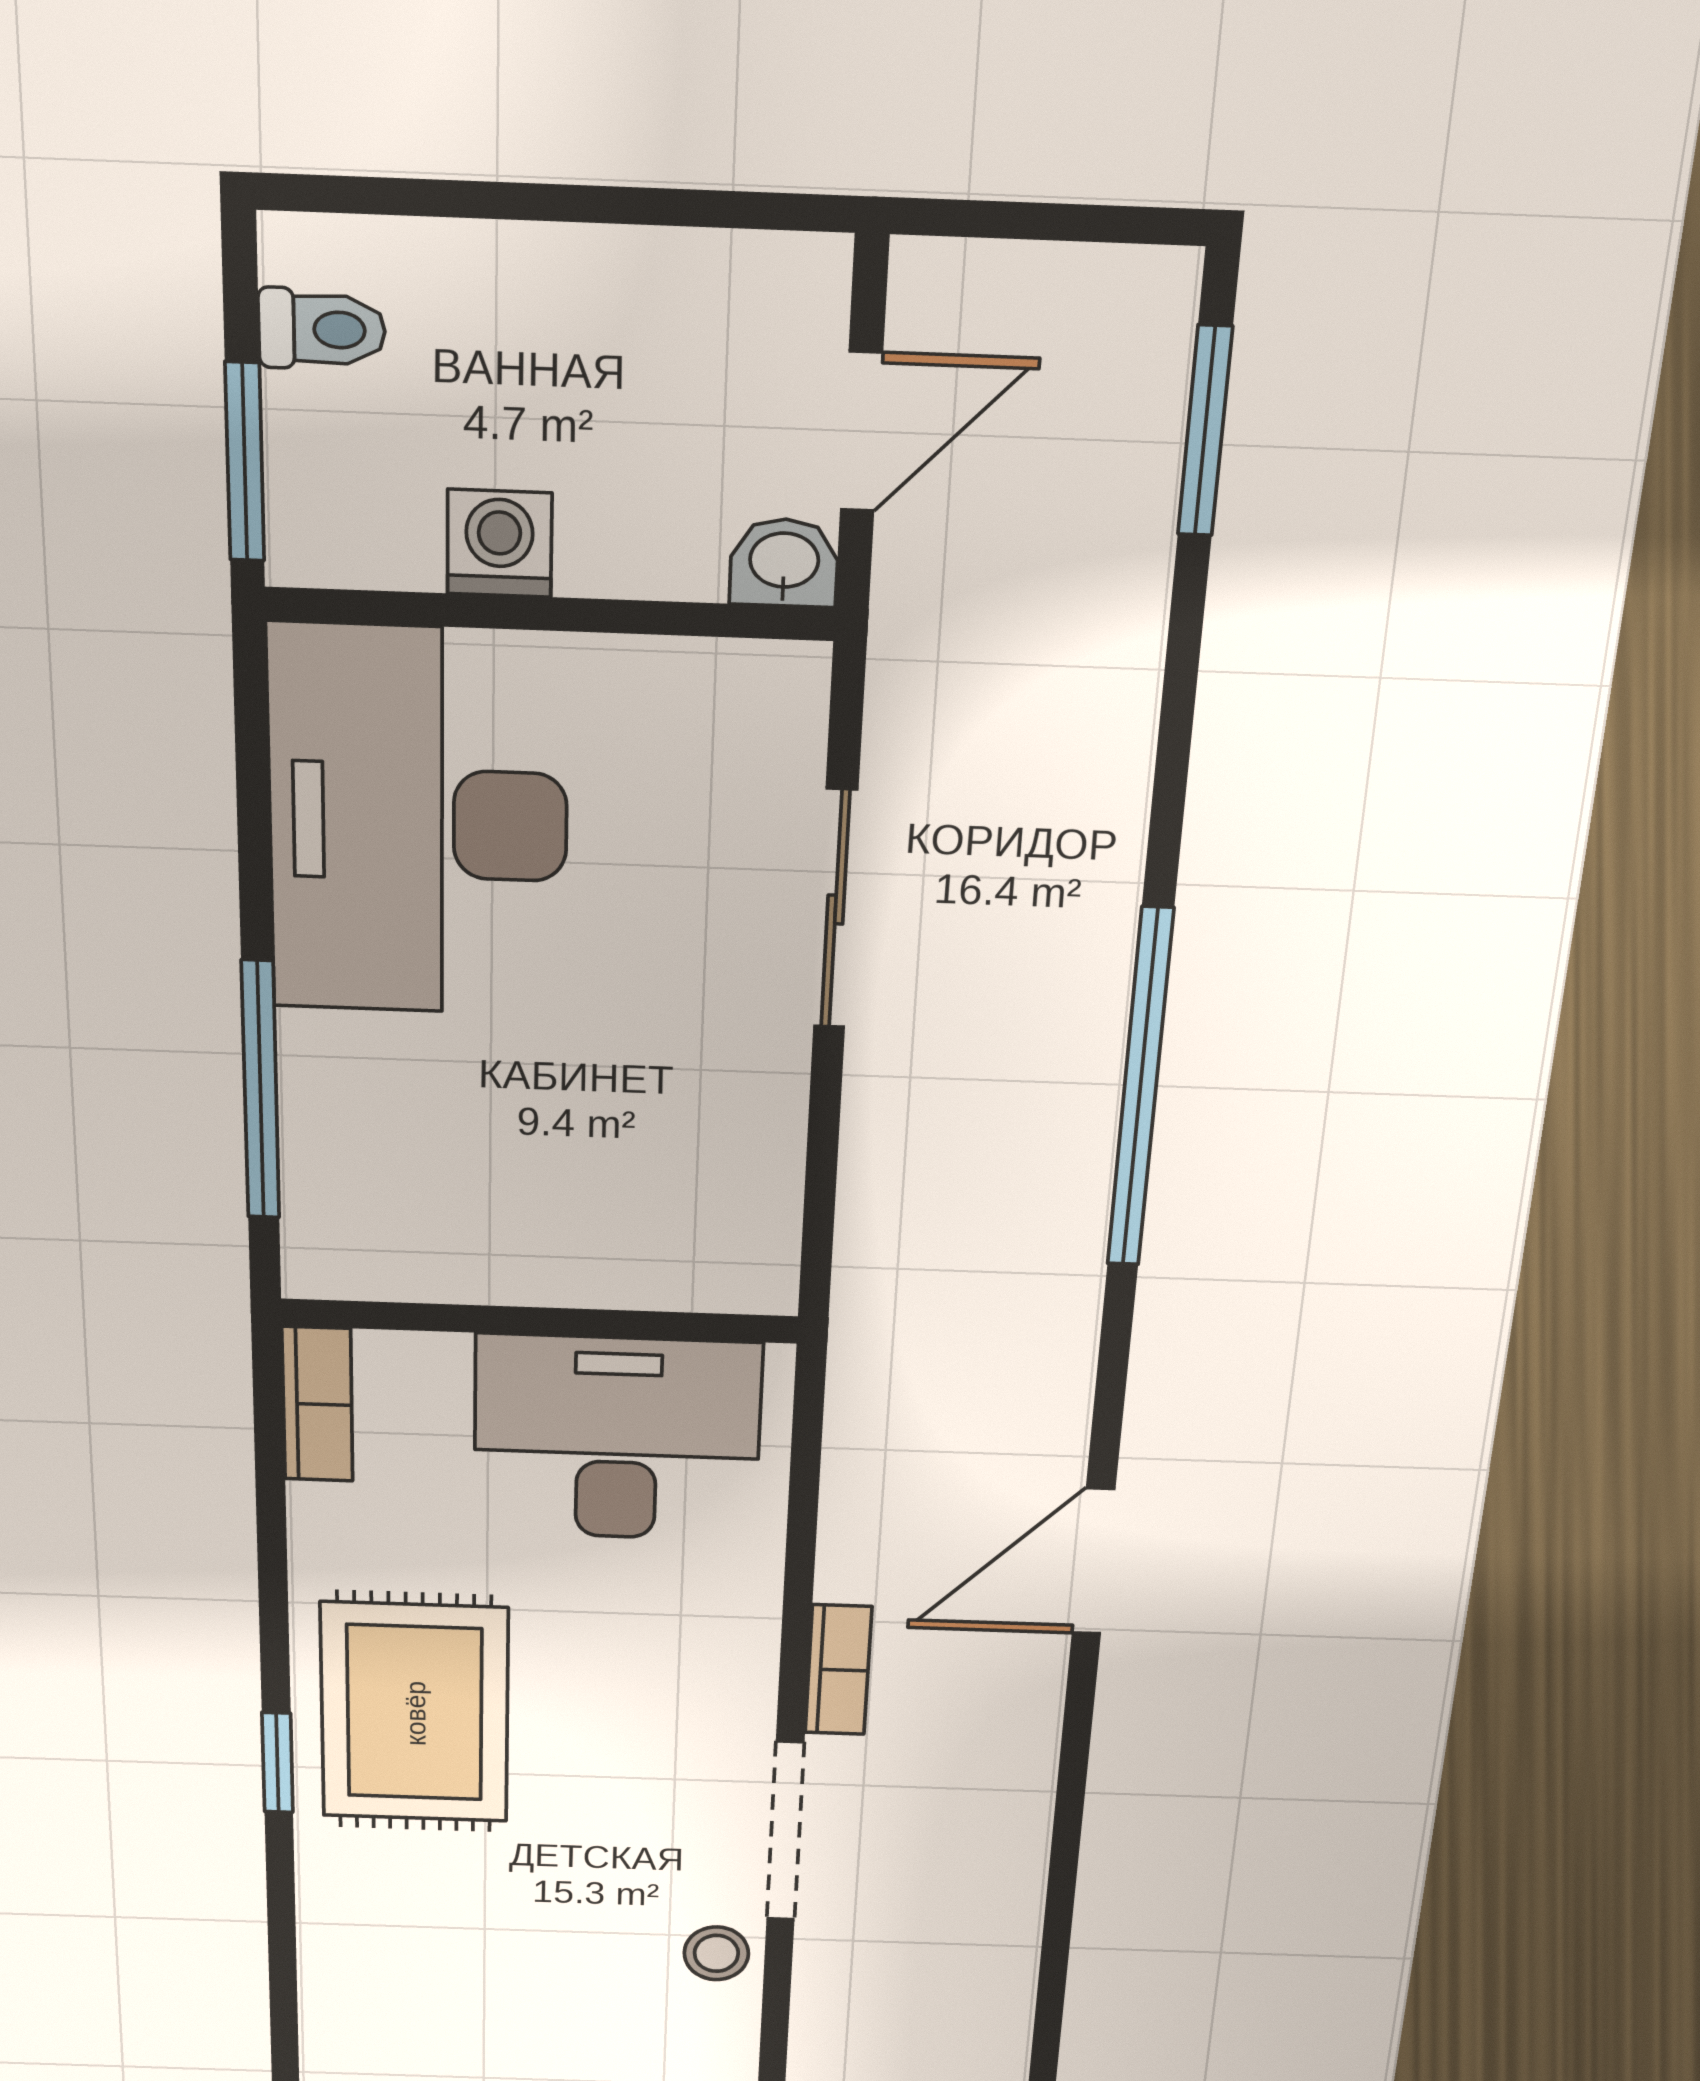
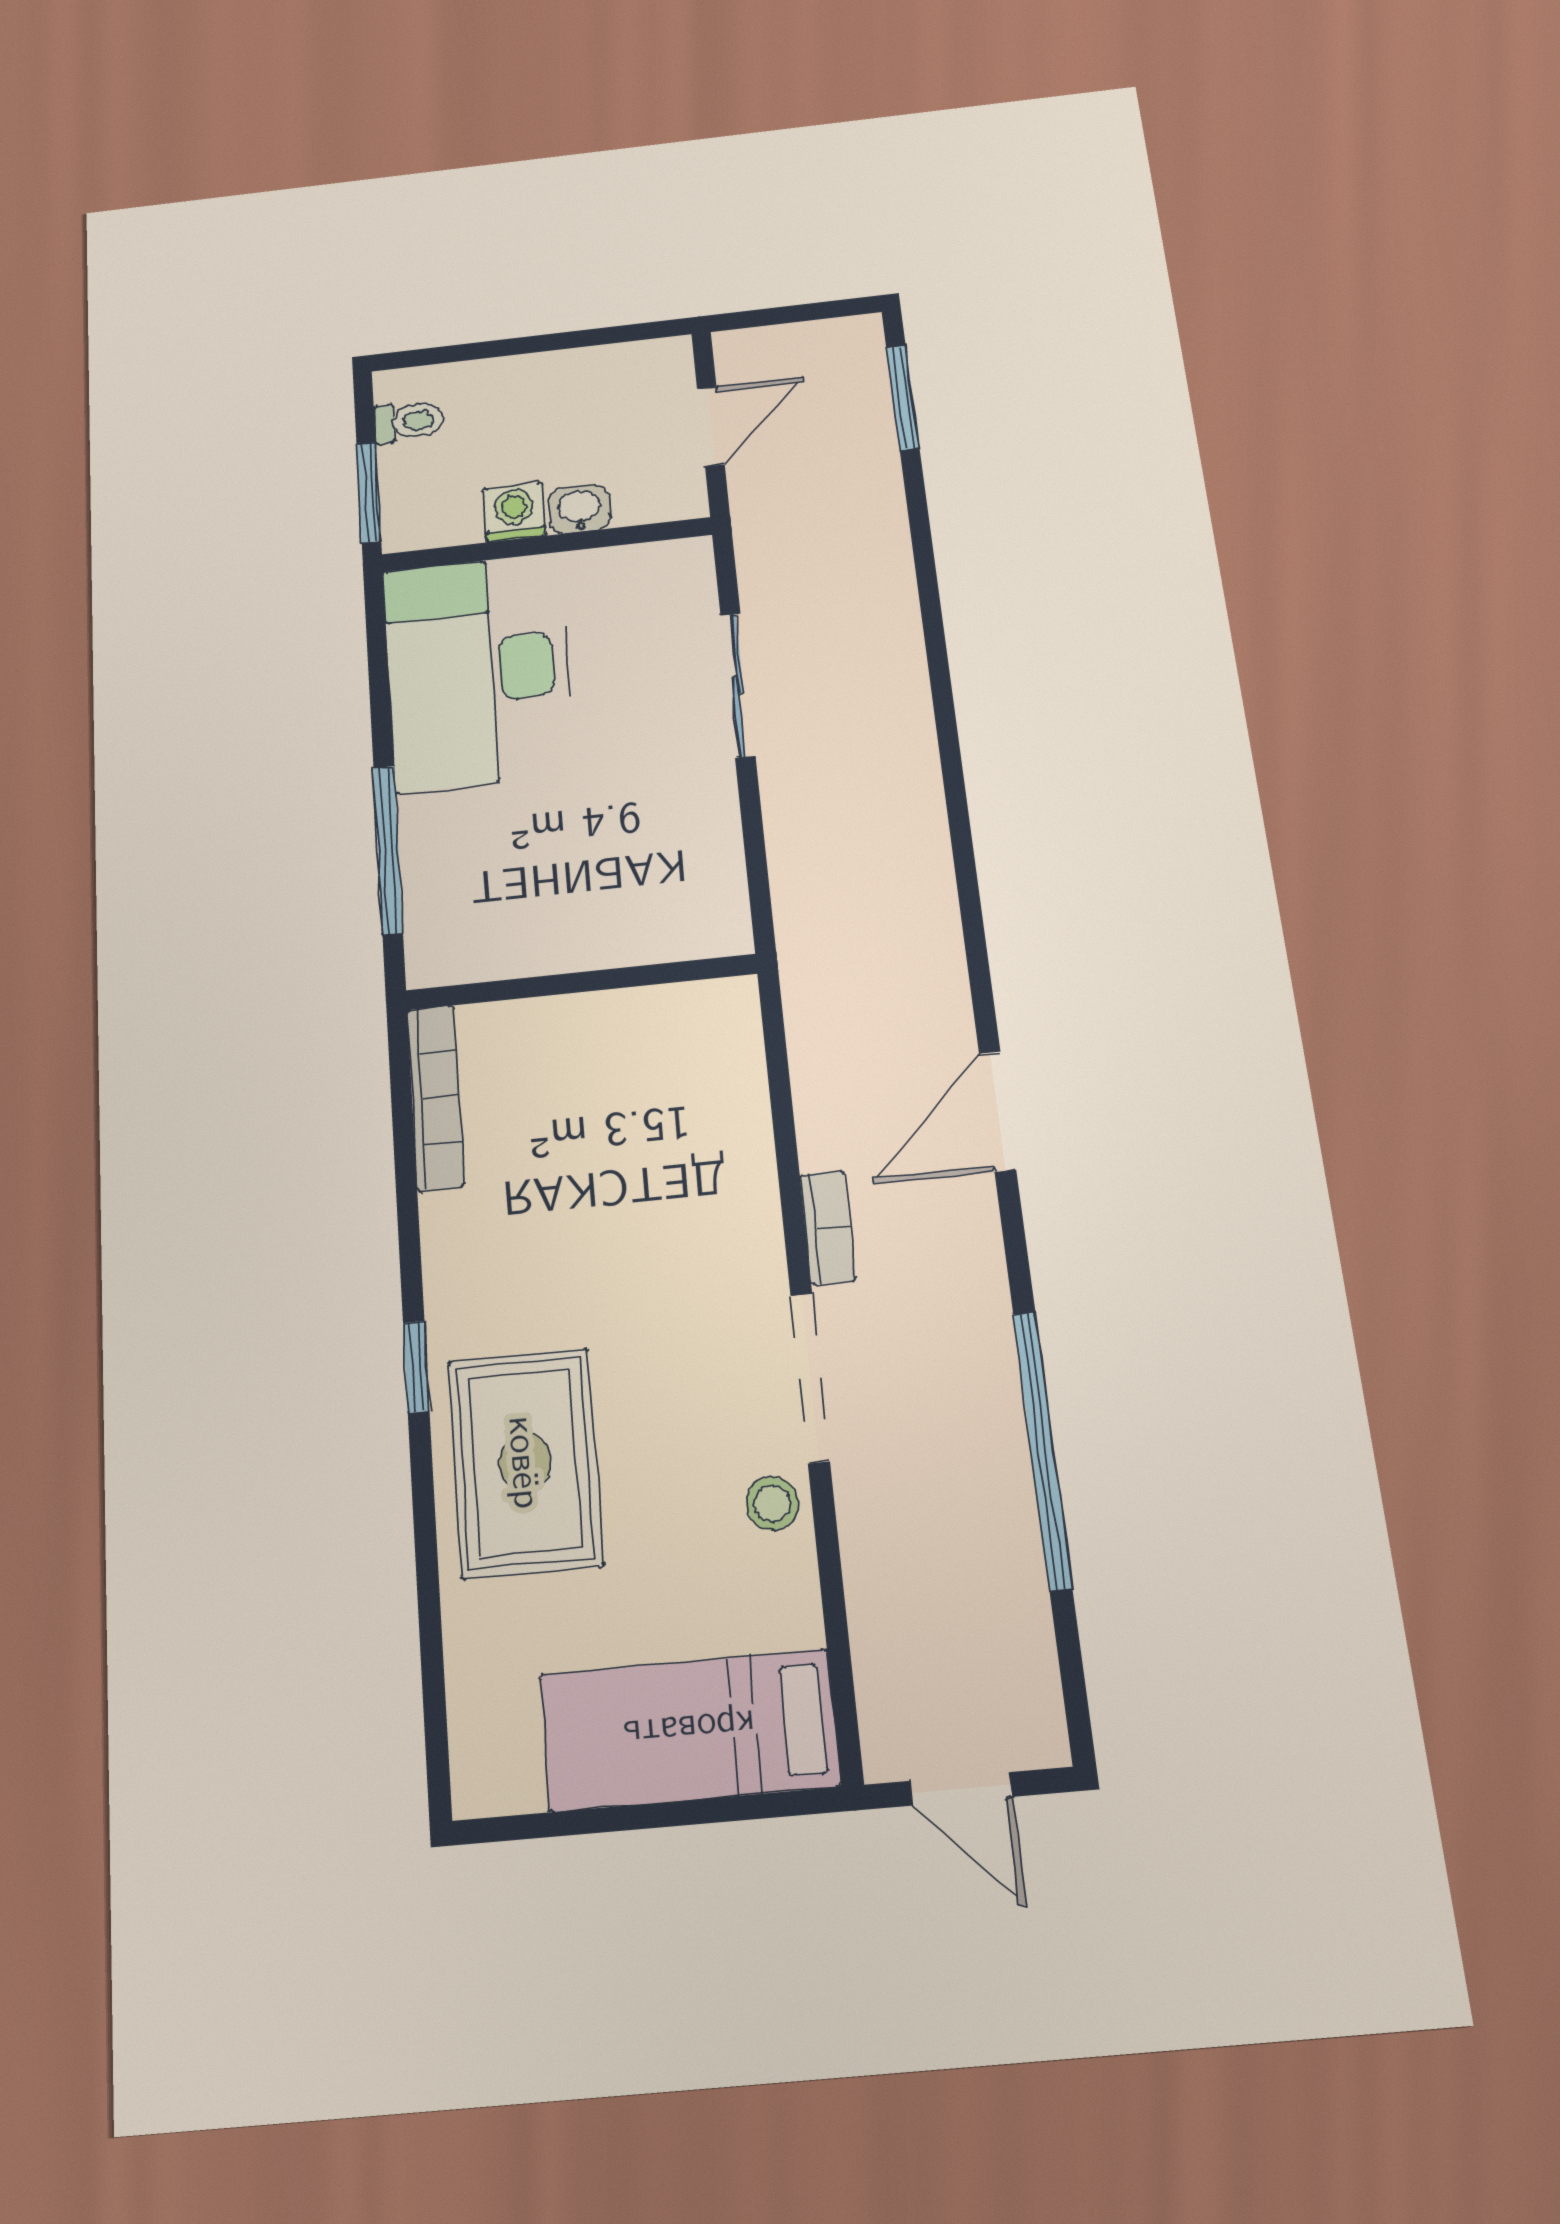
washbasin: (784, 563) -> (580, 509), moved
window: (1140, 1090) -> (1042, 1449), moved
bookcase: (317, 1404) -> (436, 1097), width x1.56
desk: (617, 1438) -> (643, 1062), removed
rug: (415, 1713) -> (525, 1462), moved

